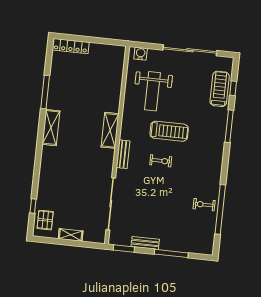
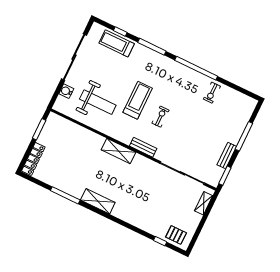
window: (103, 41) -> (39, 129), added
water cooler: (141, 54) -> (66, 91), moved
window: (220, 209) -> (196, 68), moved
shelving: (71, 235) -> (204, 203), moved

